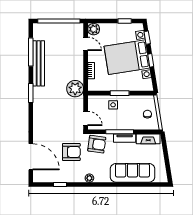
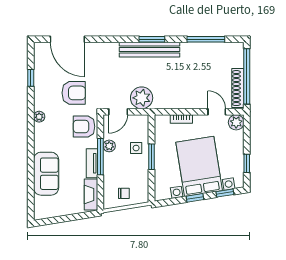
shoe rack: (68, 28) -> (238, 88), added
door: (86, 44) -> (217, 112), swing flipped
bench: (39, 63) -> (150, 50), moved
plant: (75, 89) -> (142, 98), moved
plant: (112, 125) -> (109, 146), added
armchair: (97, 144) -> (84, 126), turned 82
armchair: (71, 152) -> (74, 93), turned -90
door: (31, 157) -> (67, 39), hinge flipped
sofa: (132, 173) -> (46, 174), width x0.73

